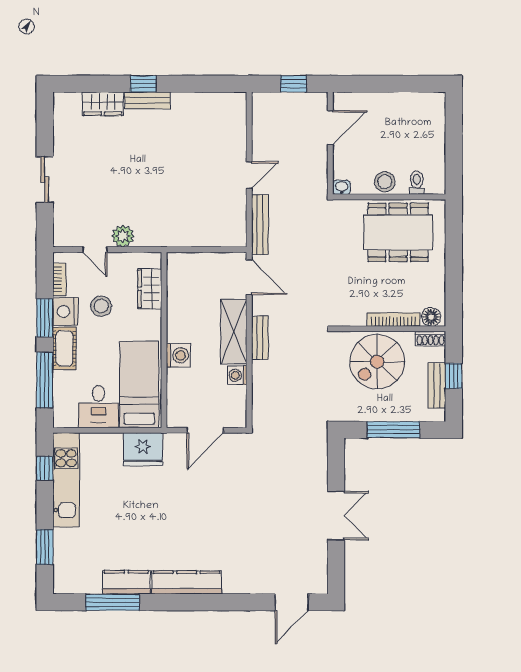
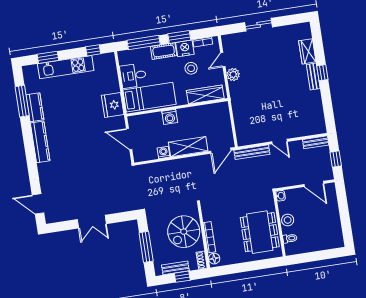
wardrobe: (150, 289) -> (205, 95), width x1.50
bench: (260, 338) -> (316, 142), moved
spiral stairs: (377, 362) -> (184, 232), turned -90
kitchen unit: (66, 480) -> (66, 67), moved

